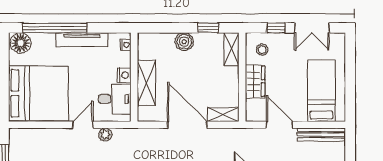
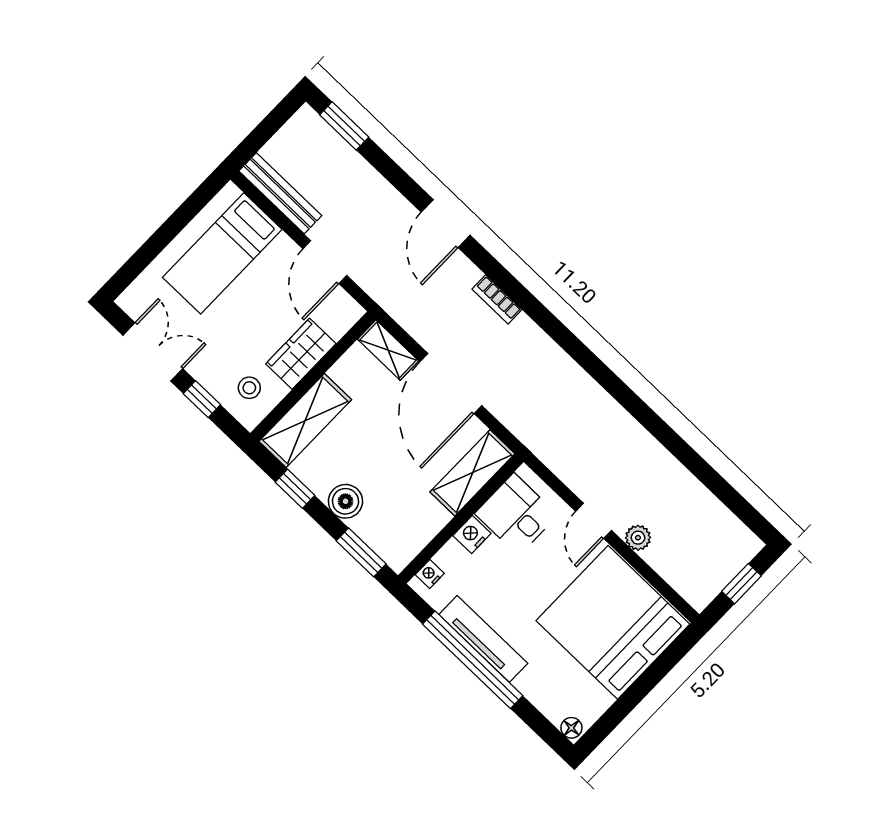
window: (55, 28) -> (473, 660), moved
window: (160, 28) -> (361, 552), added
floor lamp: (21, 43) -> (571, 728), width x0.53, depth x0.53
shelving: (231, 49) -> (305, 420), width x1.50, depth x1.33
shelving: (146, 83) -> (472, 473), moved
door: (83, 125) -> (594, 521), hinge flipped
plant: (105, 135) -> (638, 538), moved

